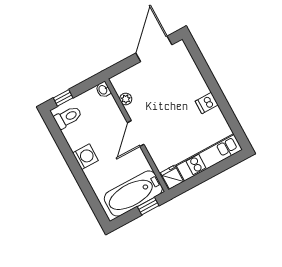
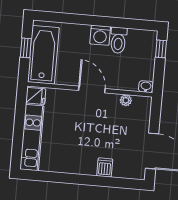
dishwasher: (207, 103) -> (105, 168), moved
toilet: (68, 117) -> (118, 40), moved
window: (148, 206) -> (26, 48), moved

